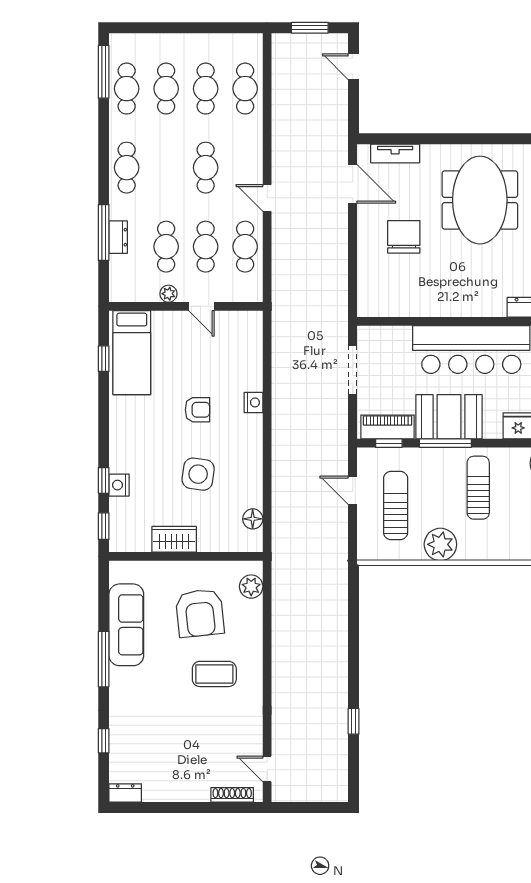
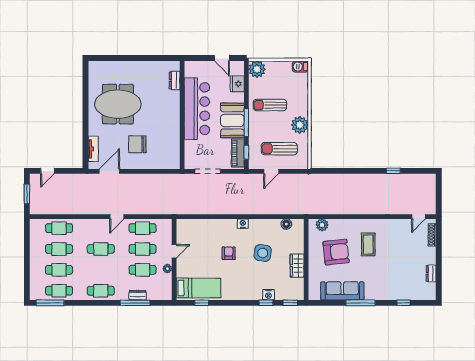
nightstand: (253, 402) -> (243, 224), moved
dresser: (125, 793) -> (431, 273), moved

